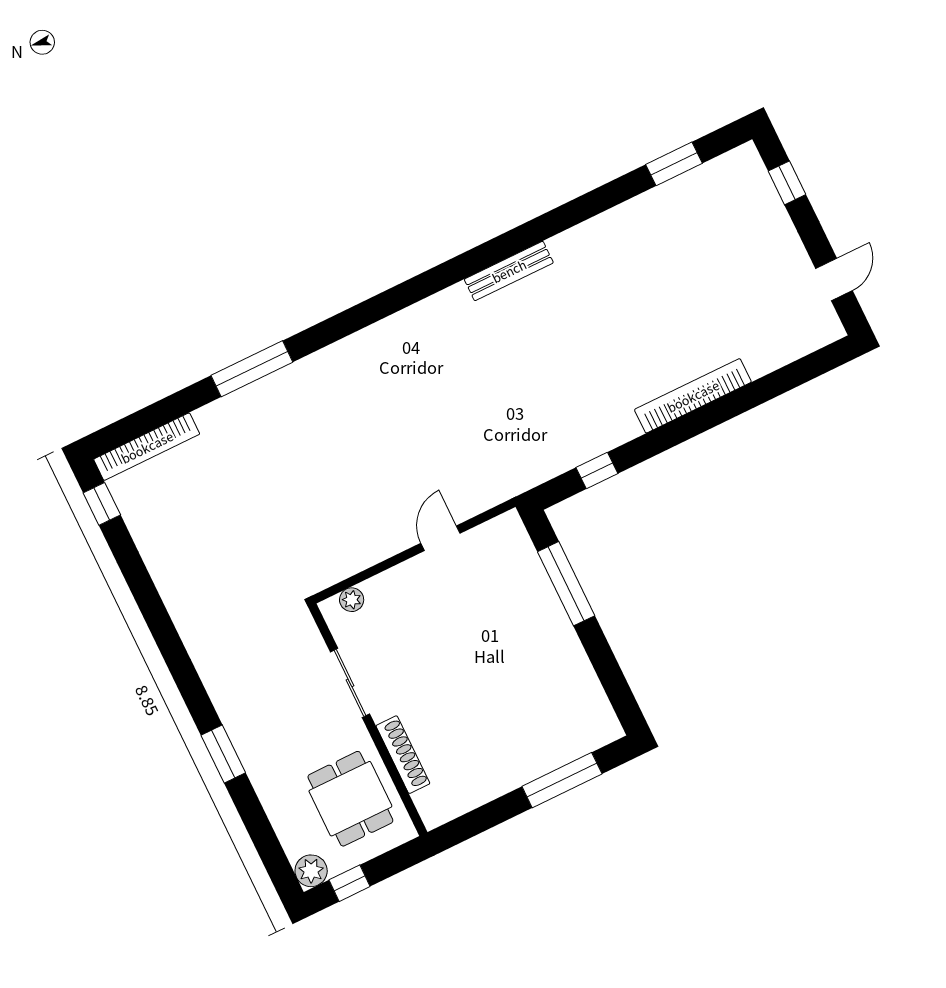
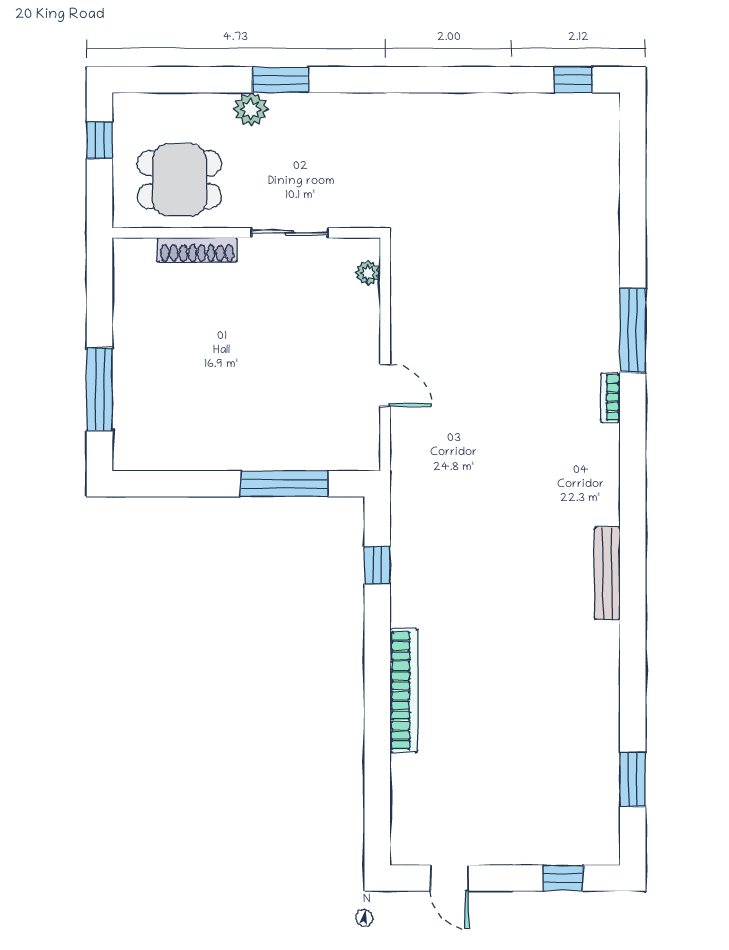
window: (252, 369) -> (633, 331), moved
bookcase: (147, 447) -> (610, 397), moved, width x0.43, depth x0.76
plant: (311, 871) -> (251, 109), moved

